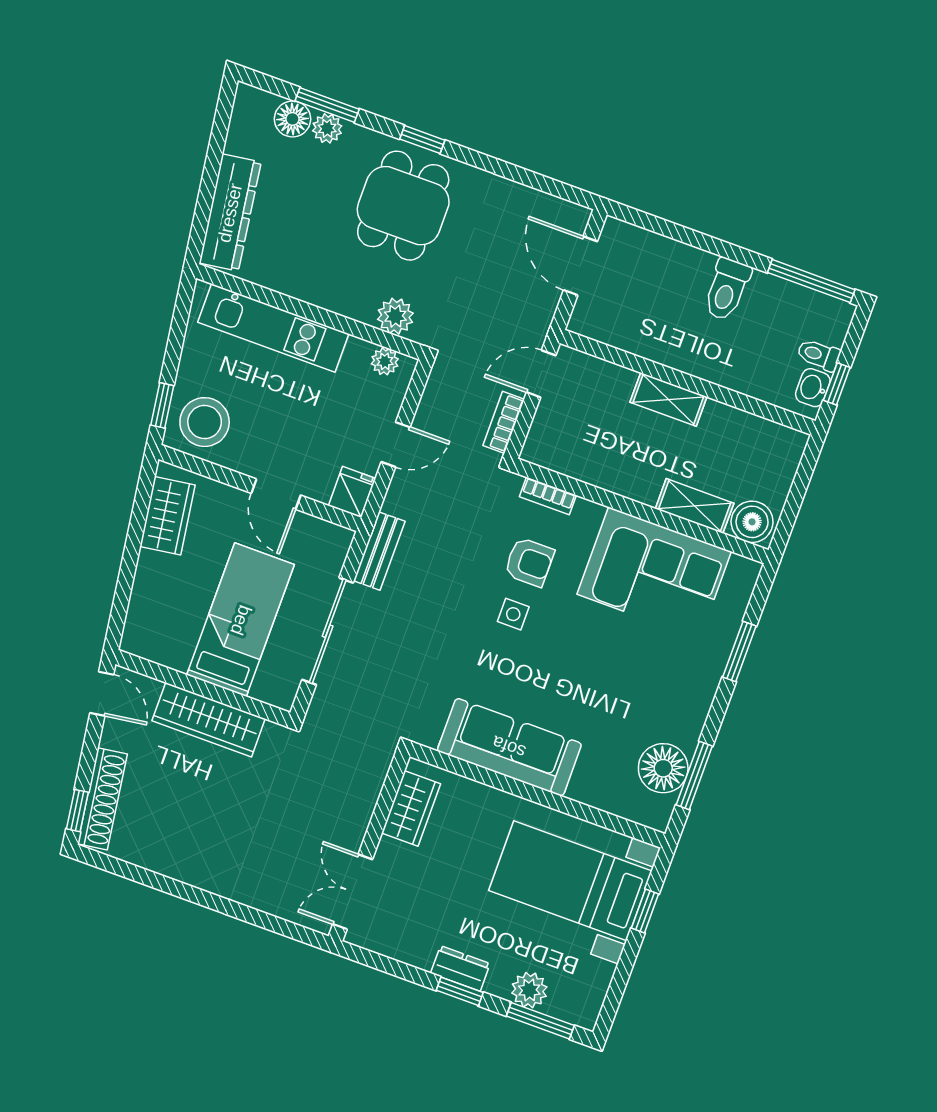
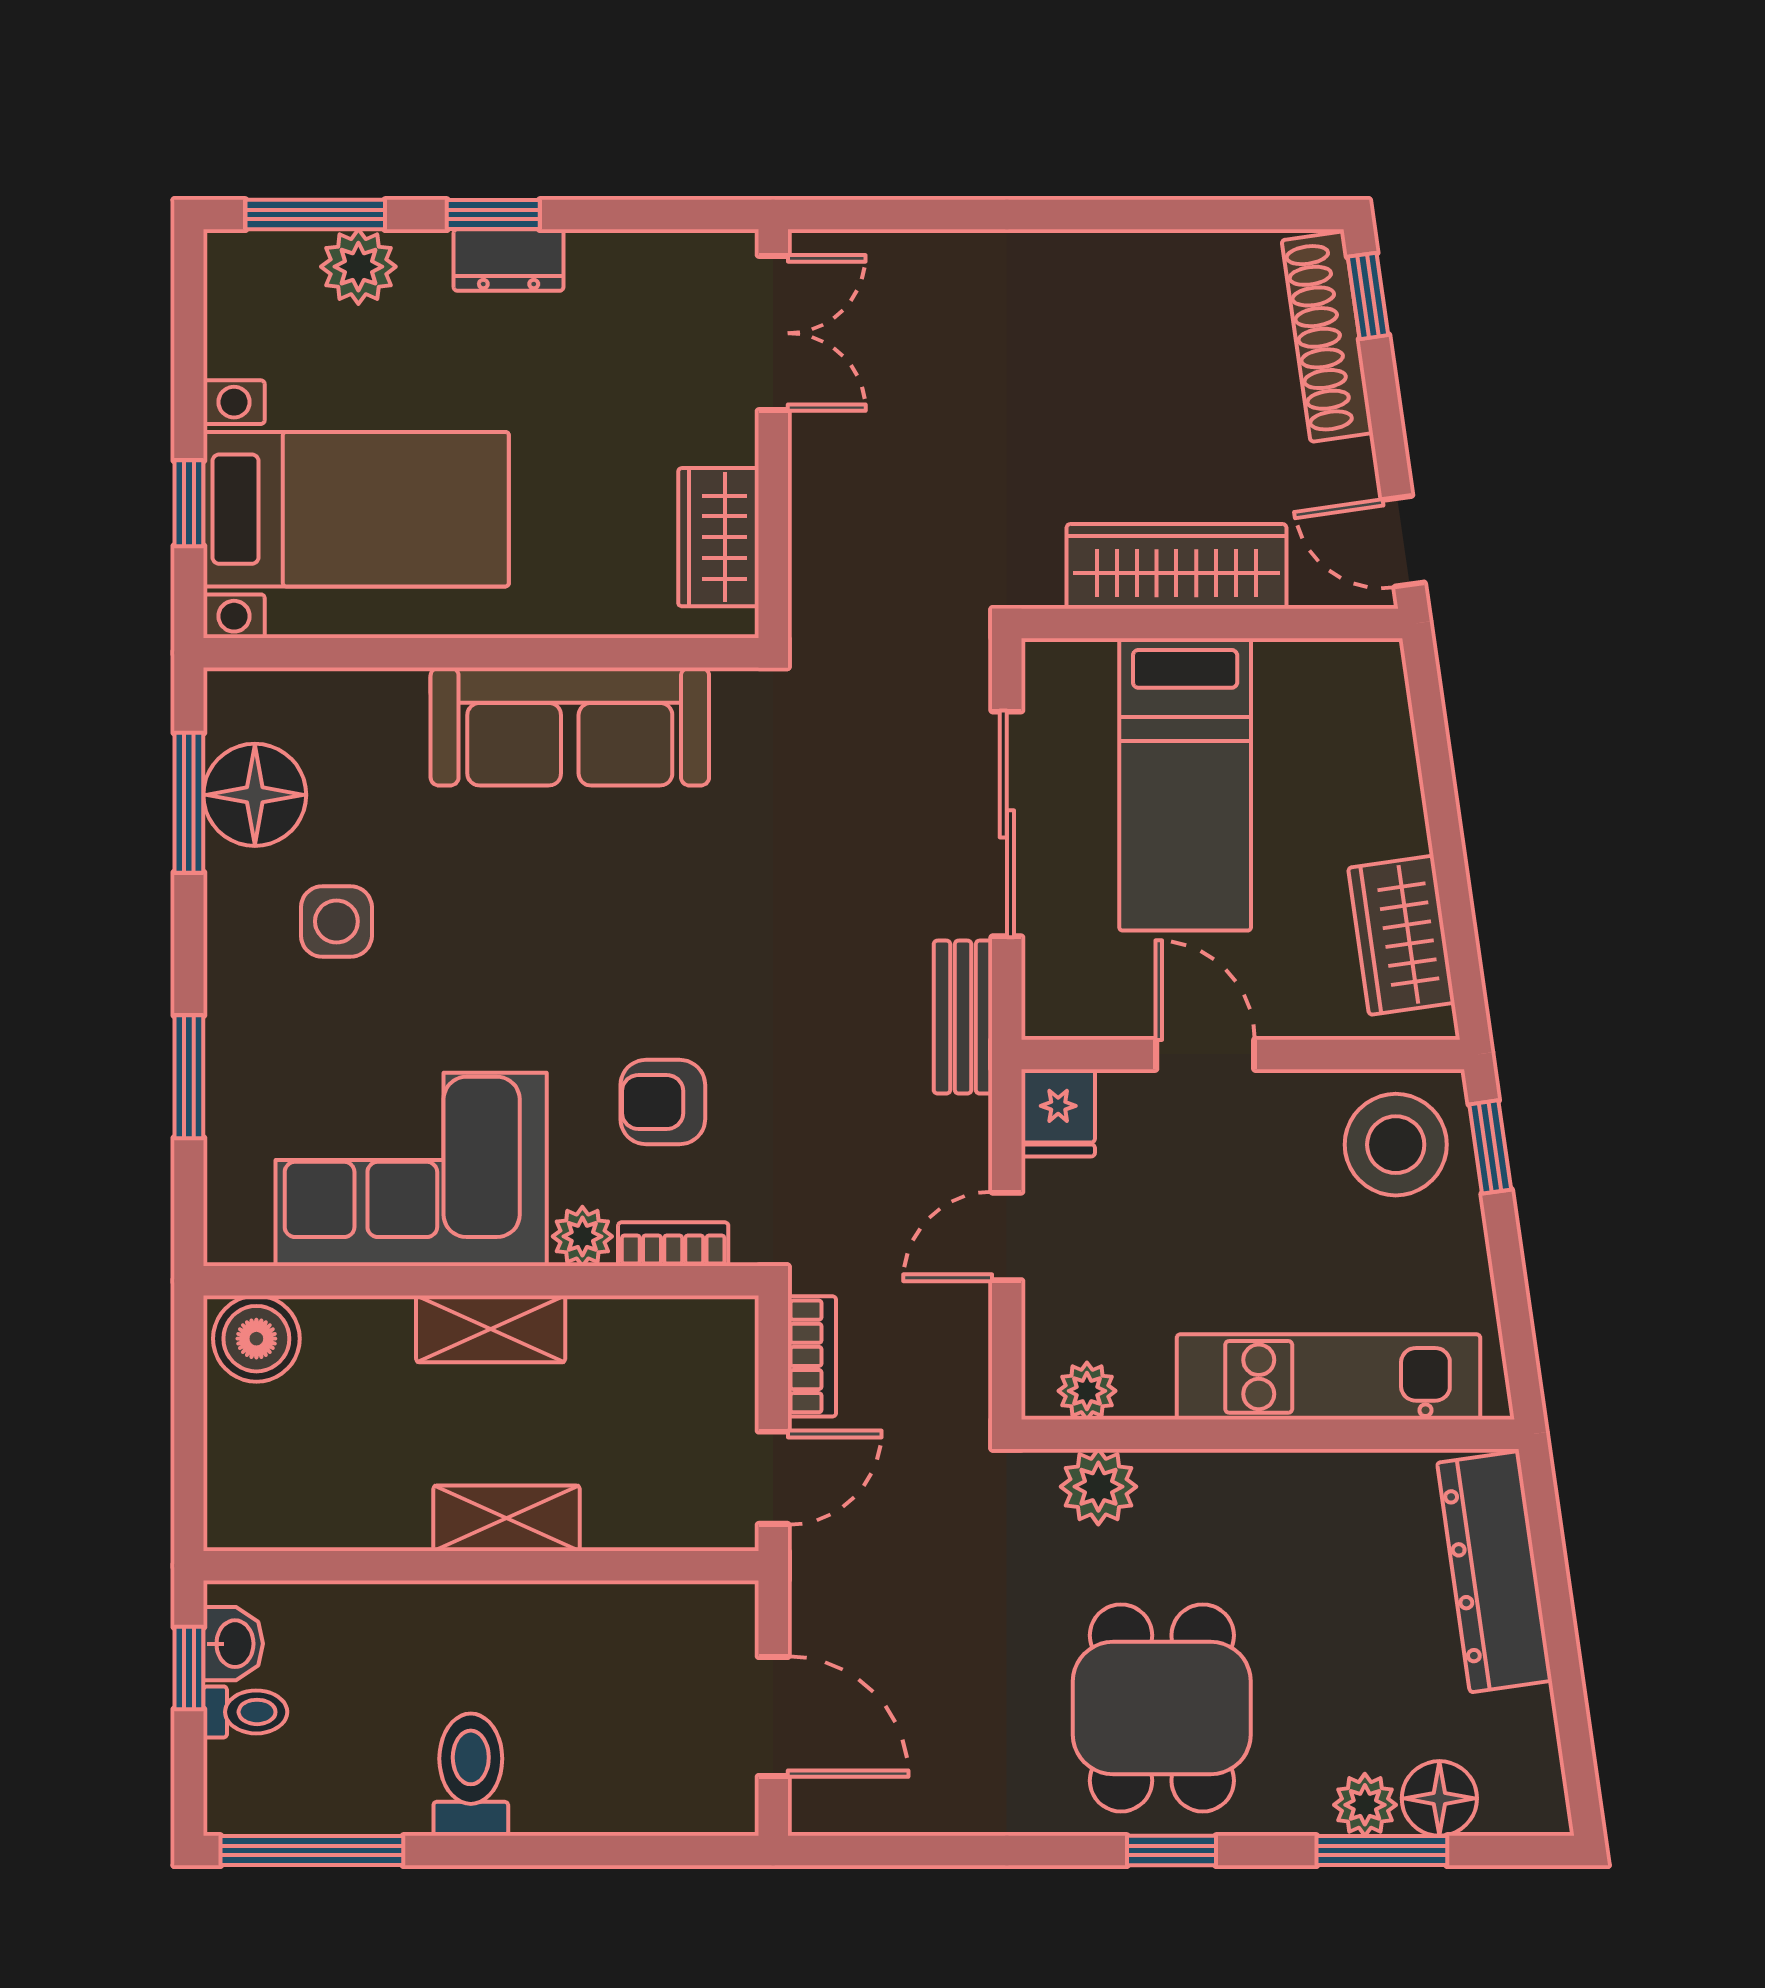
shelving: (695, 506) -> (491, 1329), moved
plant: (588, 514) -> (582, 1236), added
side table: (513, 614) -> (336, 921), moved, width x1.37, depth x1.37

